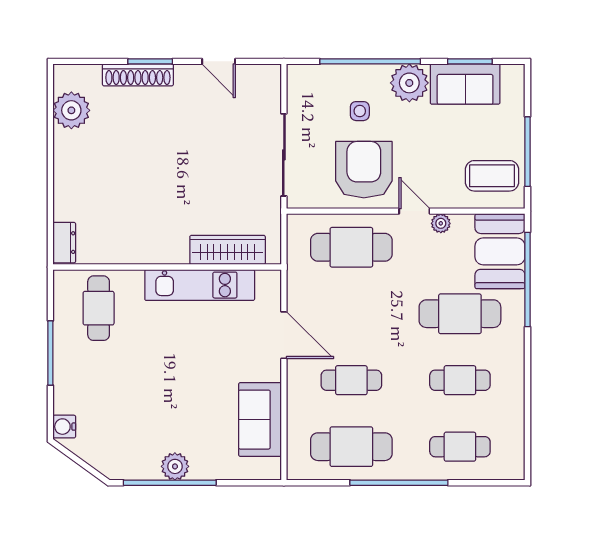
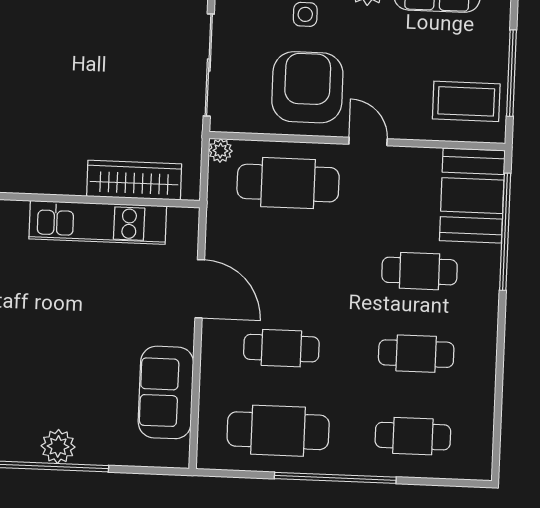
plant: (441, 223) -> (220, 151), moved
cafe table: (460, 314) -> (420, 271), width x0.73, depth x0.74

